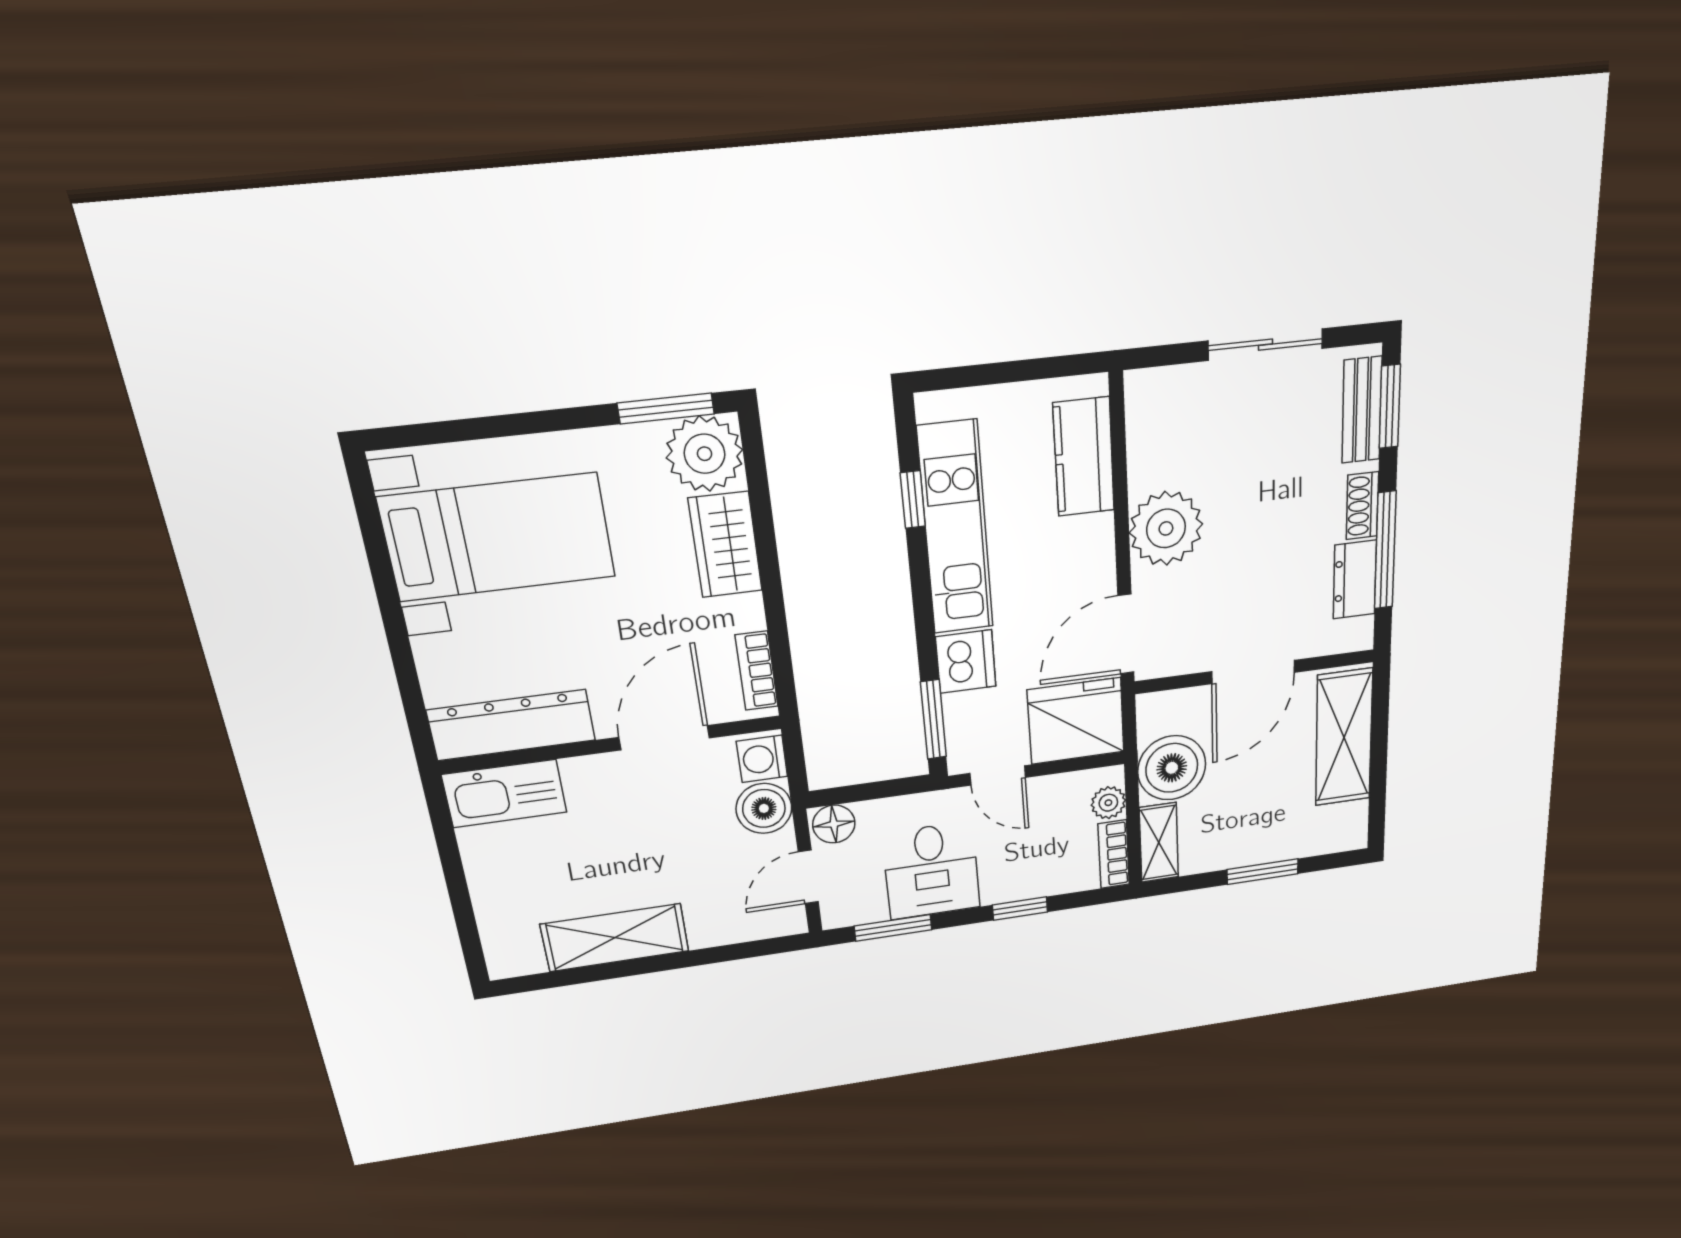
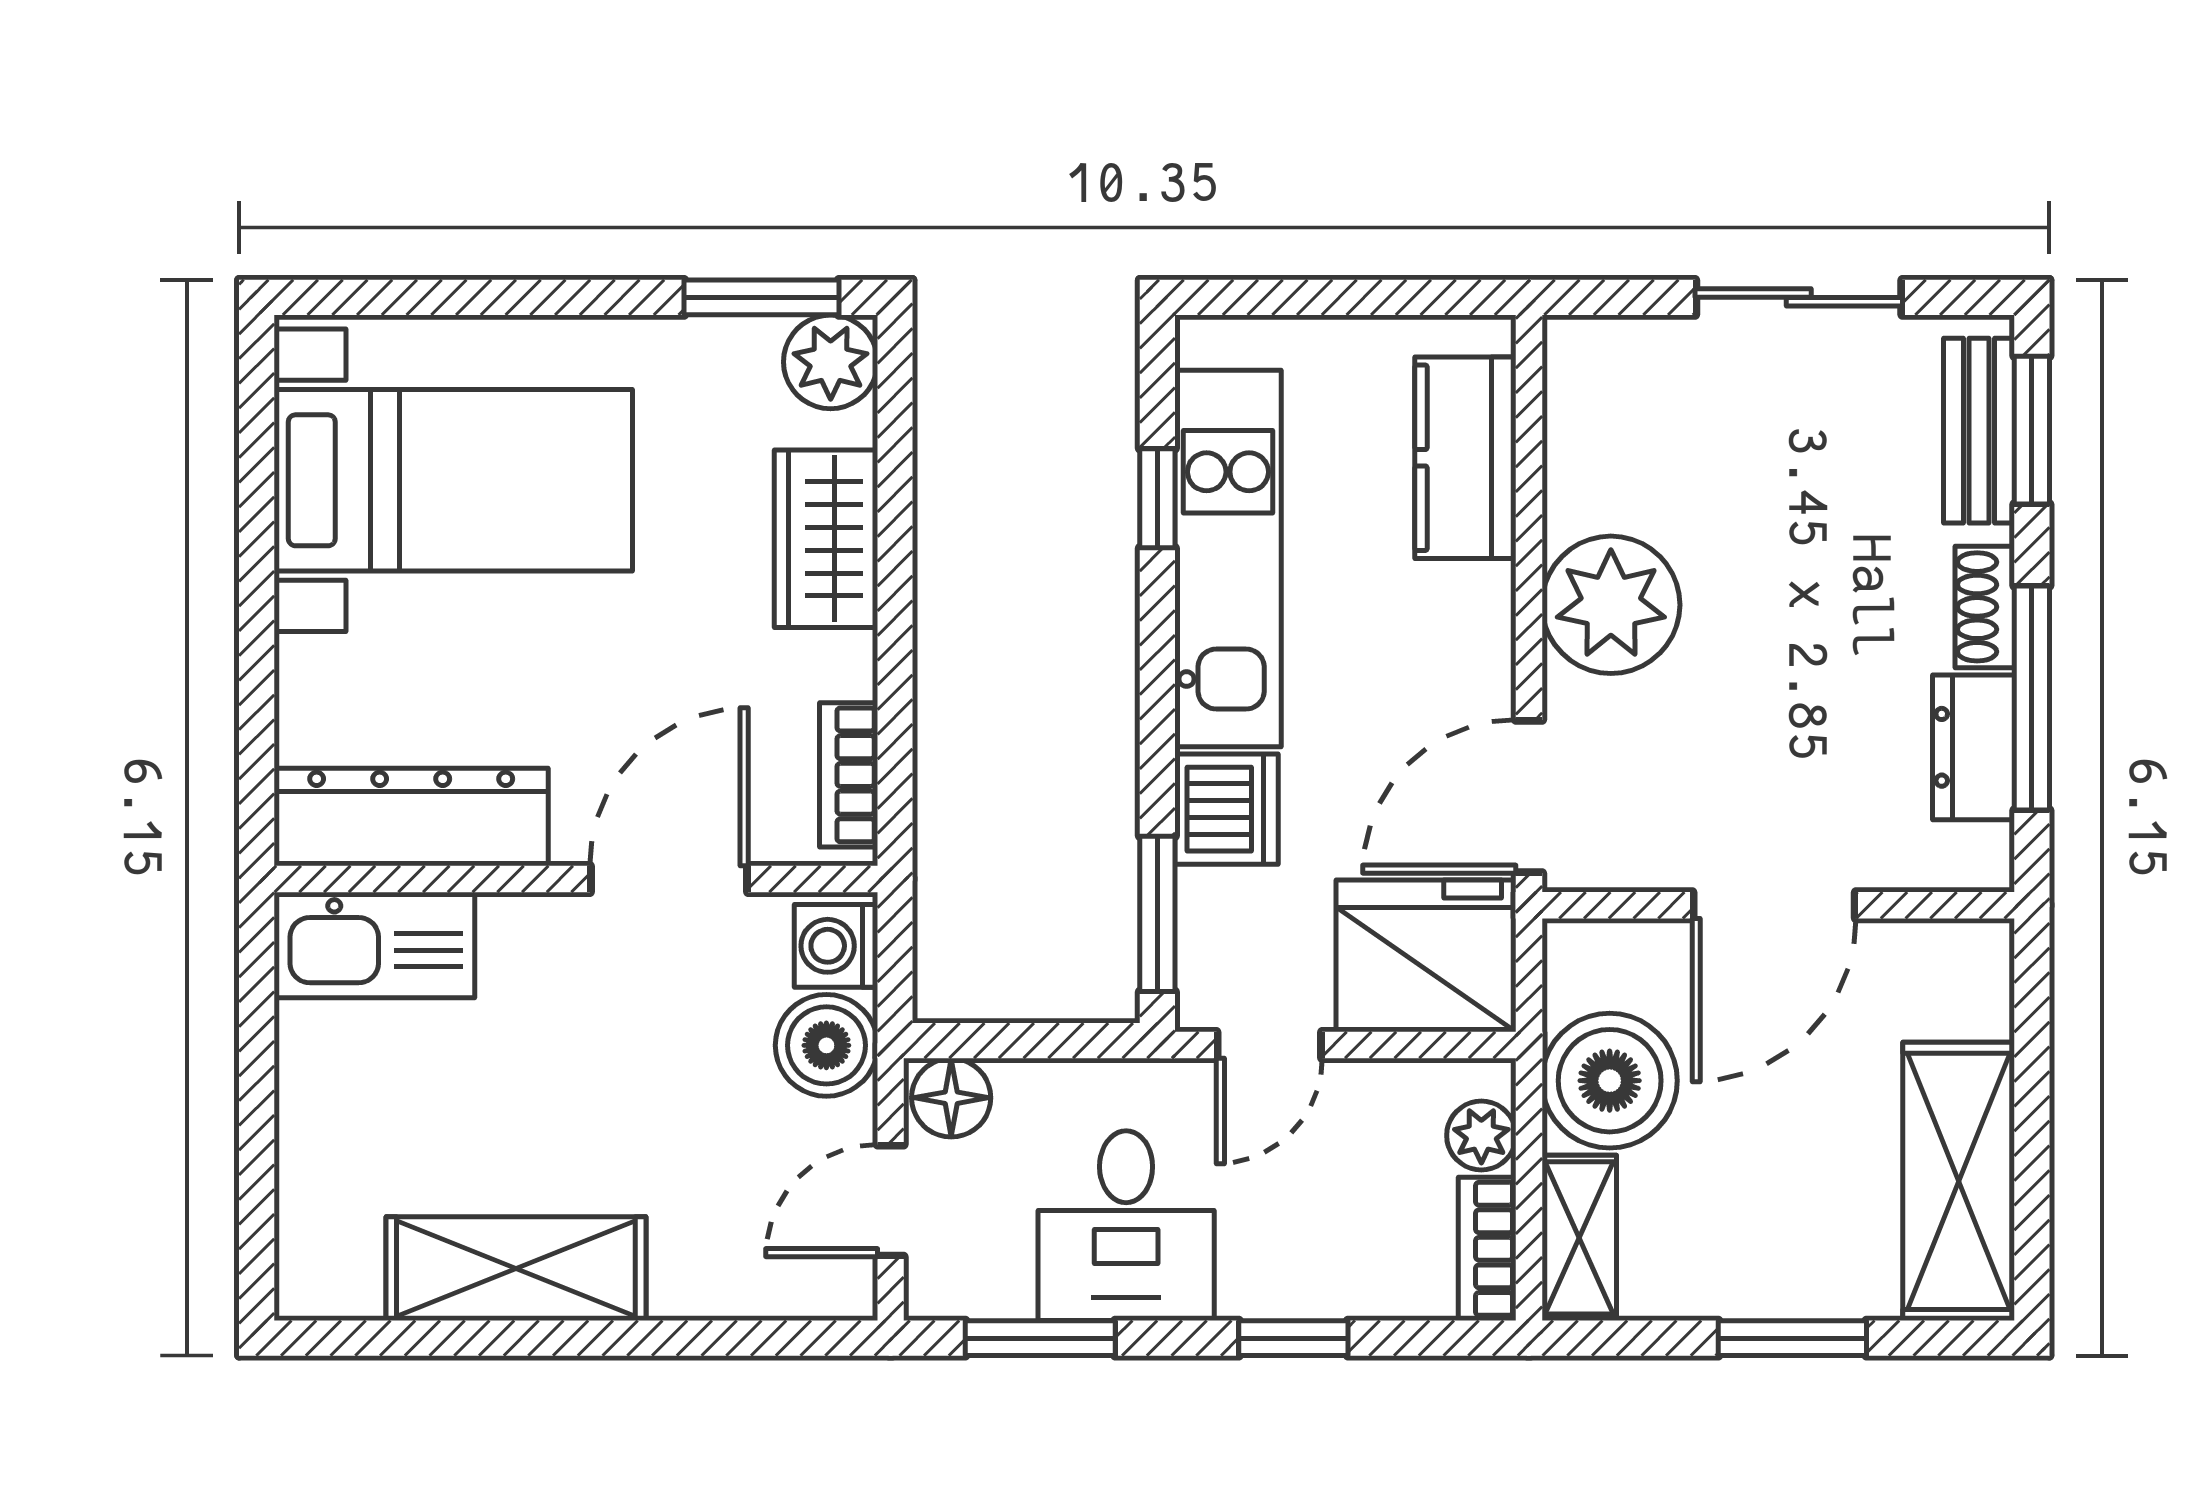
plant: (705, 454) -> (831, 362), width x0.73, depth x0.73
shelving: (1344, 737) -> (1959, 1181), moved
door: (998, 775) -> (1269, 1045), hinge flipped

